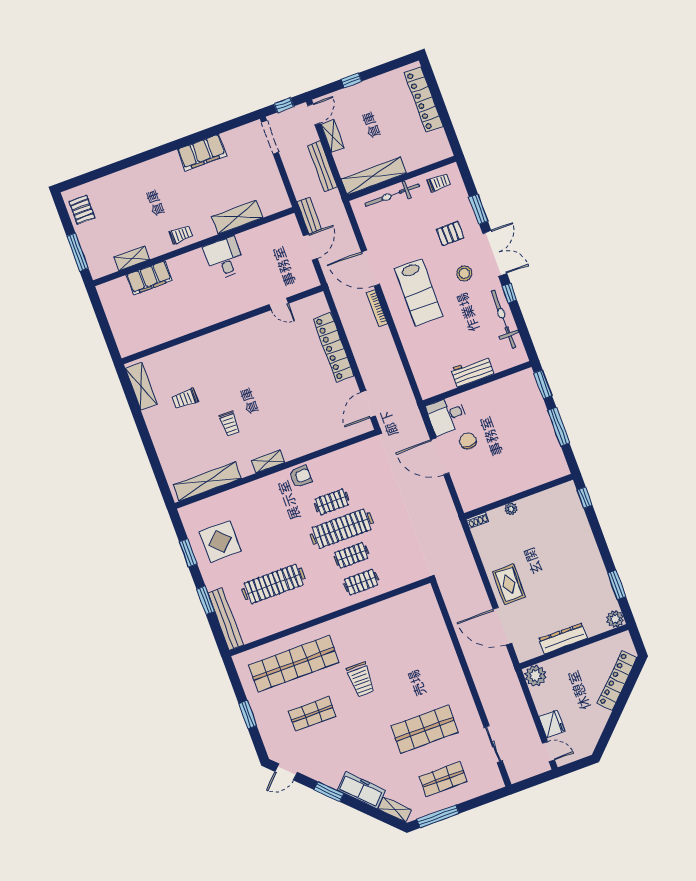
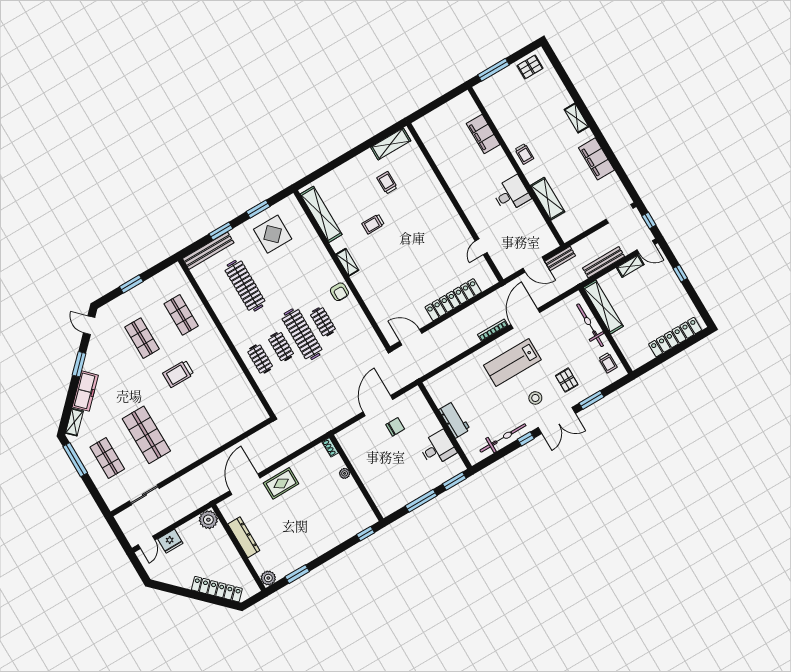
shelving: (132, 258) -> (576, 118), moved
desk: (447, 415) -> (438, 448), moved, turned 90
shop shelf: (294, 664) -> (181, 315), width x0.50, depth x0.74

